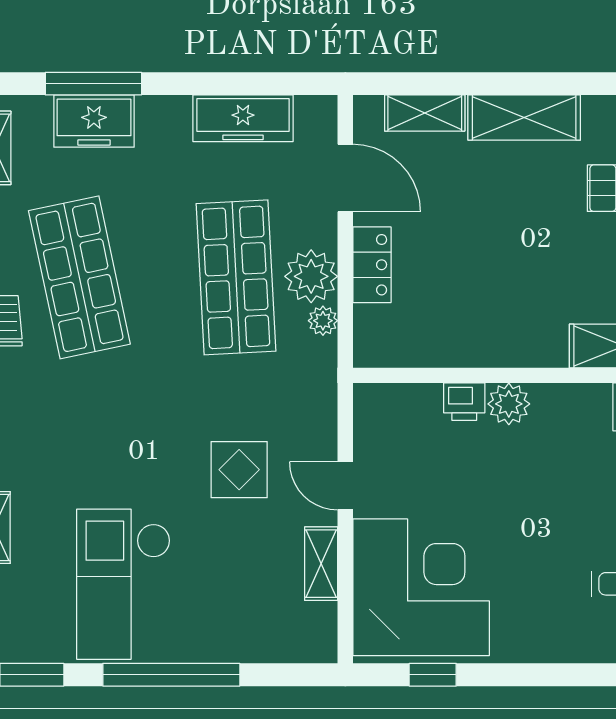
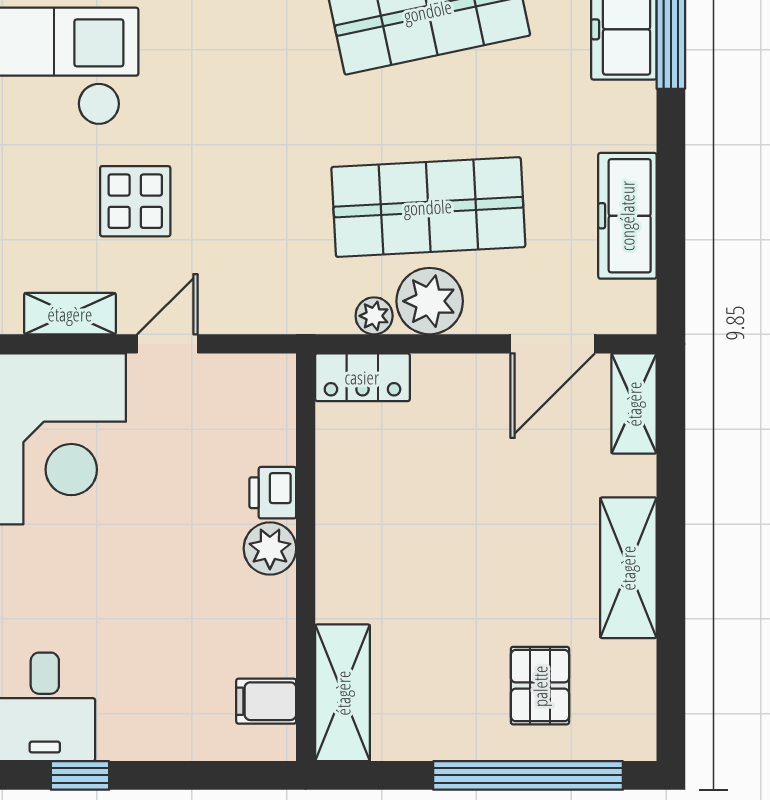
shelving: (425, 113) -> (634, 404), moved
locker: (372, 265) -> (362, 377), moved
display table: (239, 470) -> (135, 201), moved

